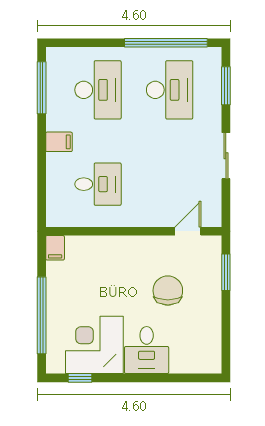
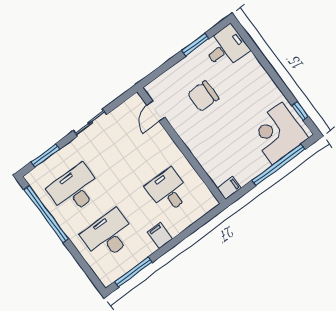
door: (188, 231) -> (156, 111), hinge flipped
window: (226, 272) -> (195, 45), moved
corner desk: (94, 345) -> (277, 133), moved, turned 90
desk: (147, 350) -> (226, 48), moved

